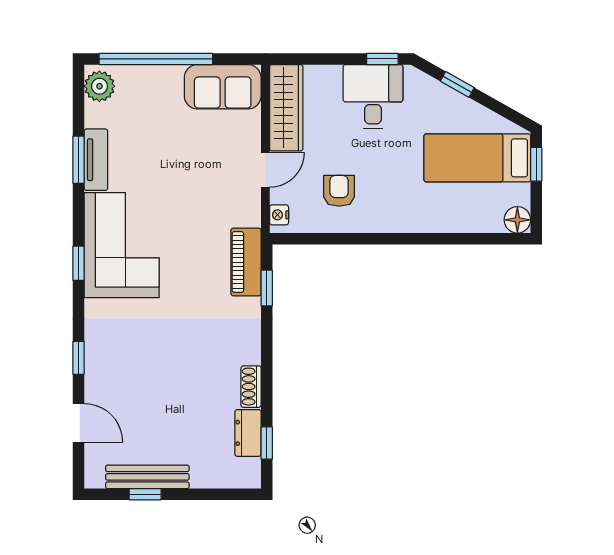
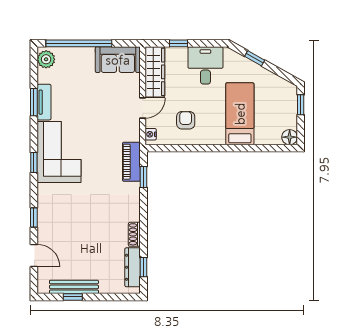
window: (382, 59) -> (178, 43), moved
bed: (477, 158) -> (240, 114), moved, turned 90
dresser: (248, 433) -> (133, 267), width x1.44

